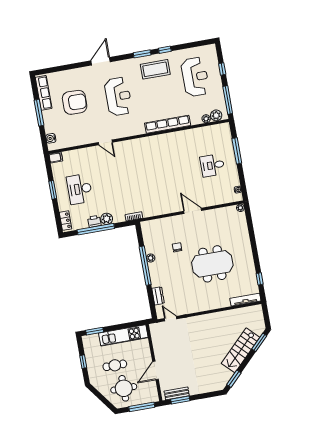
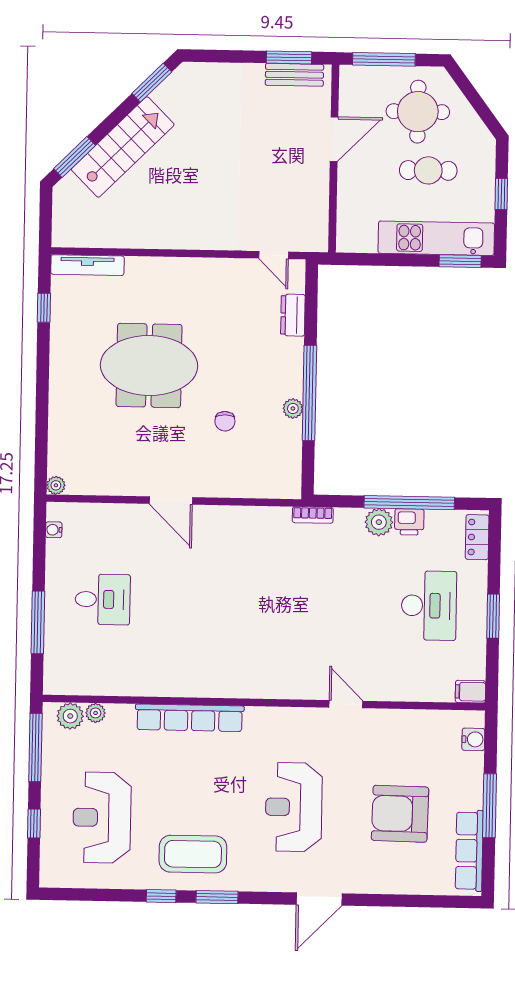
kitchen unit: (123, 335) -> (436, 238), moved

